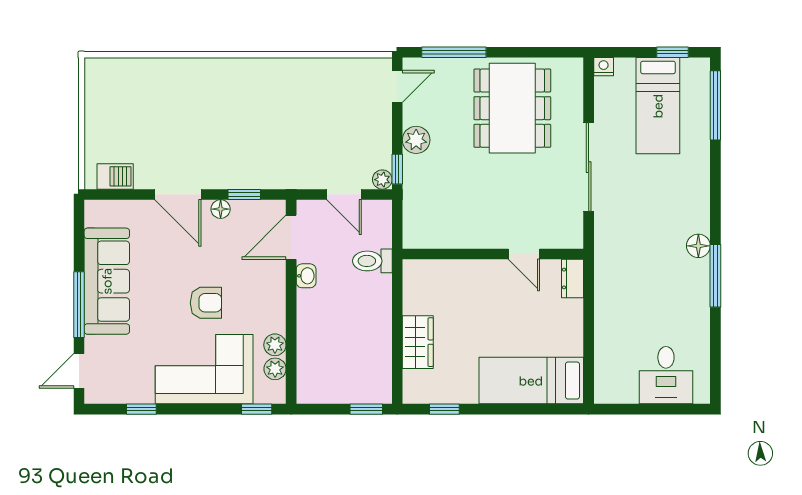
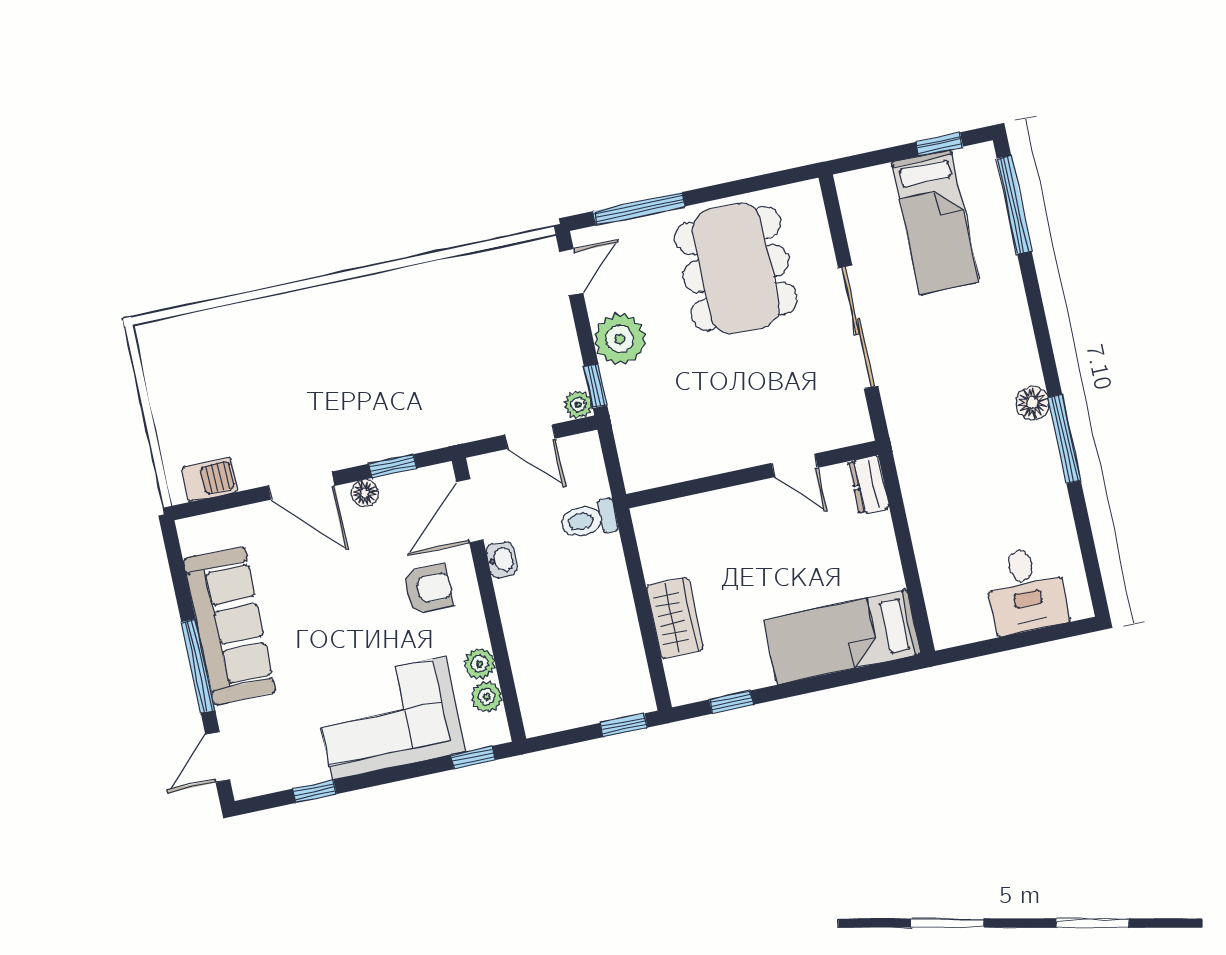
nightstand: (604, 67) -> (849, 184), removed
plant: (416, 140) -> (620, 339), width x1.36, depth x1.36
armchair: (206, 303) -> (428, 589), moved

